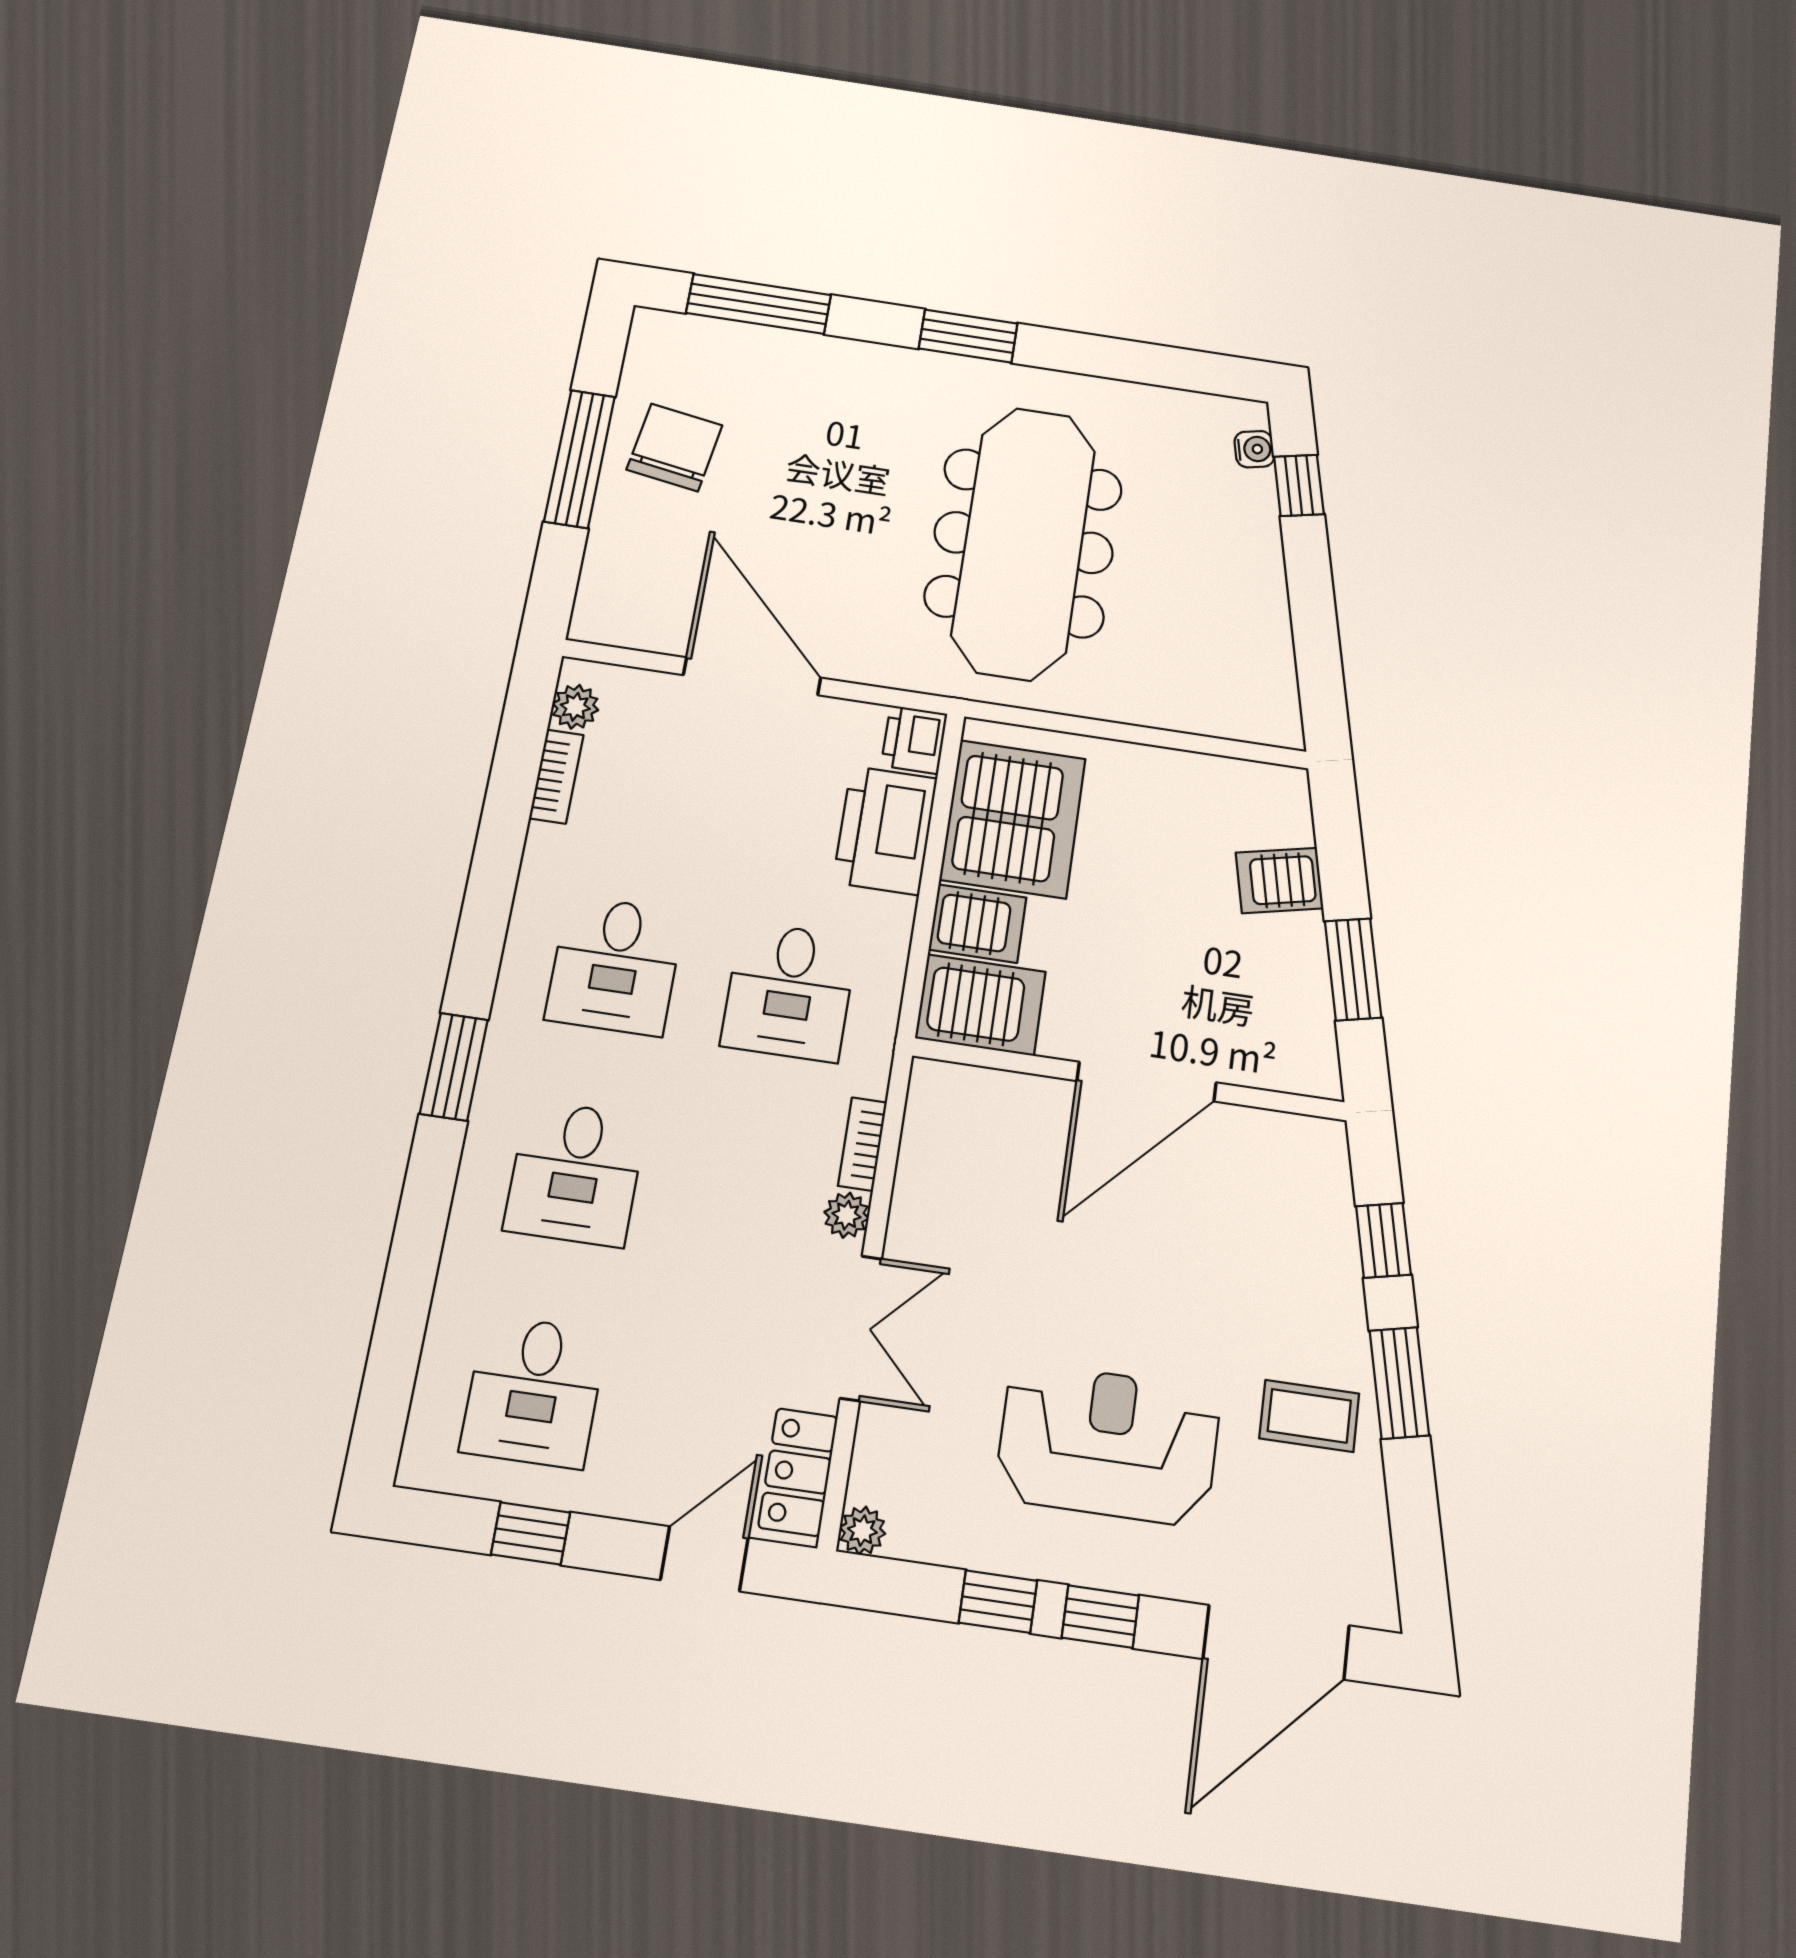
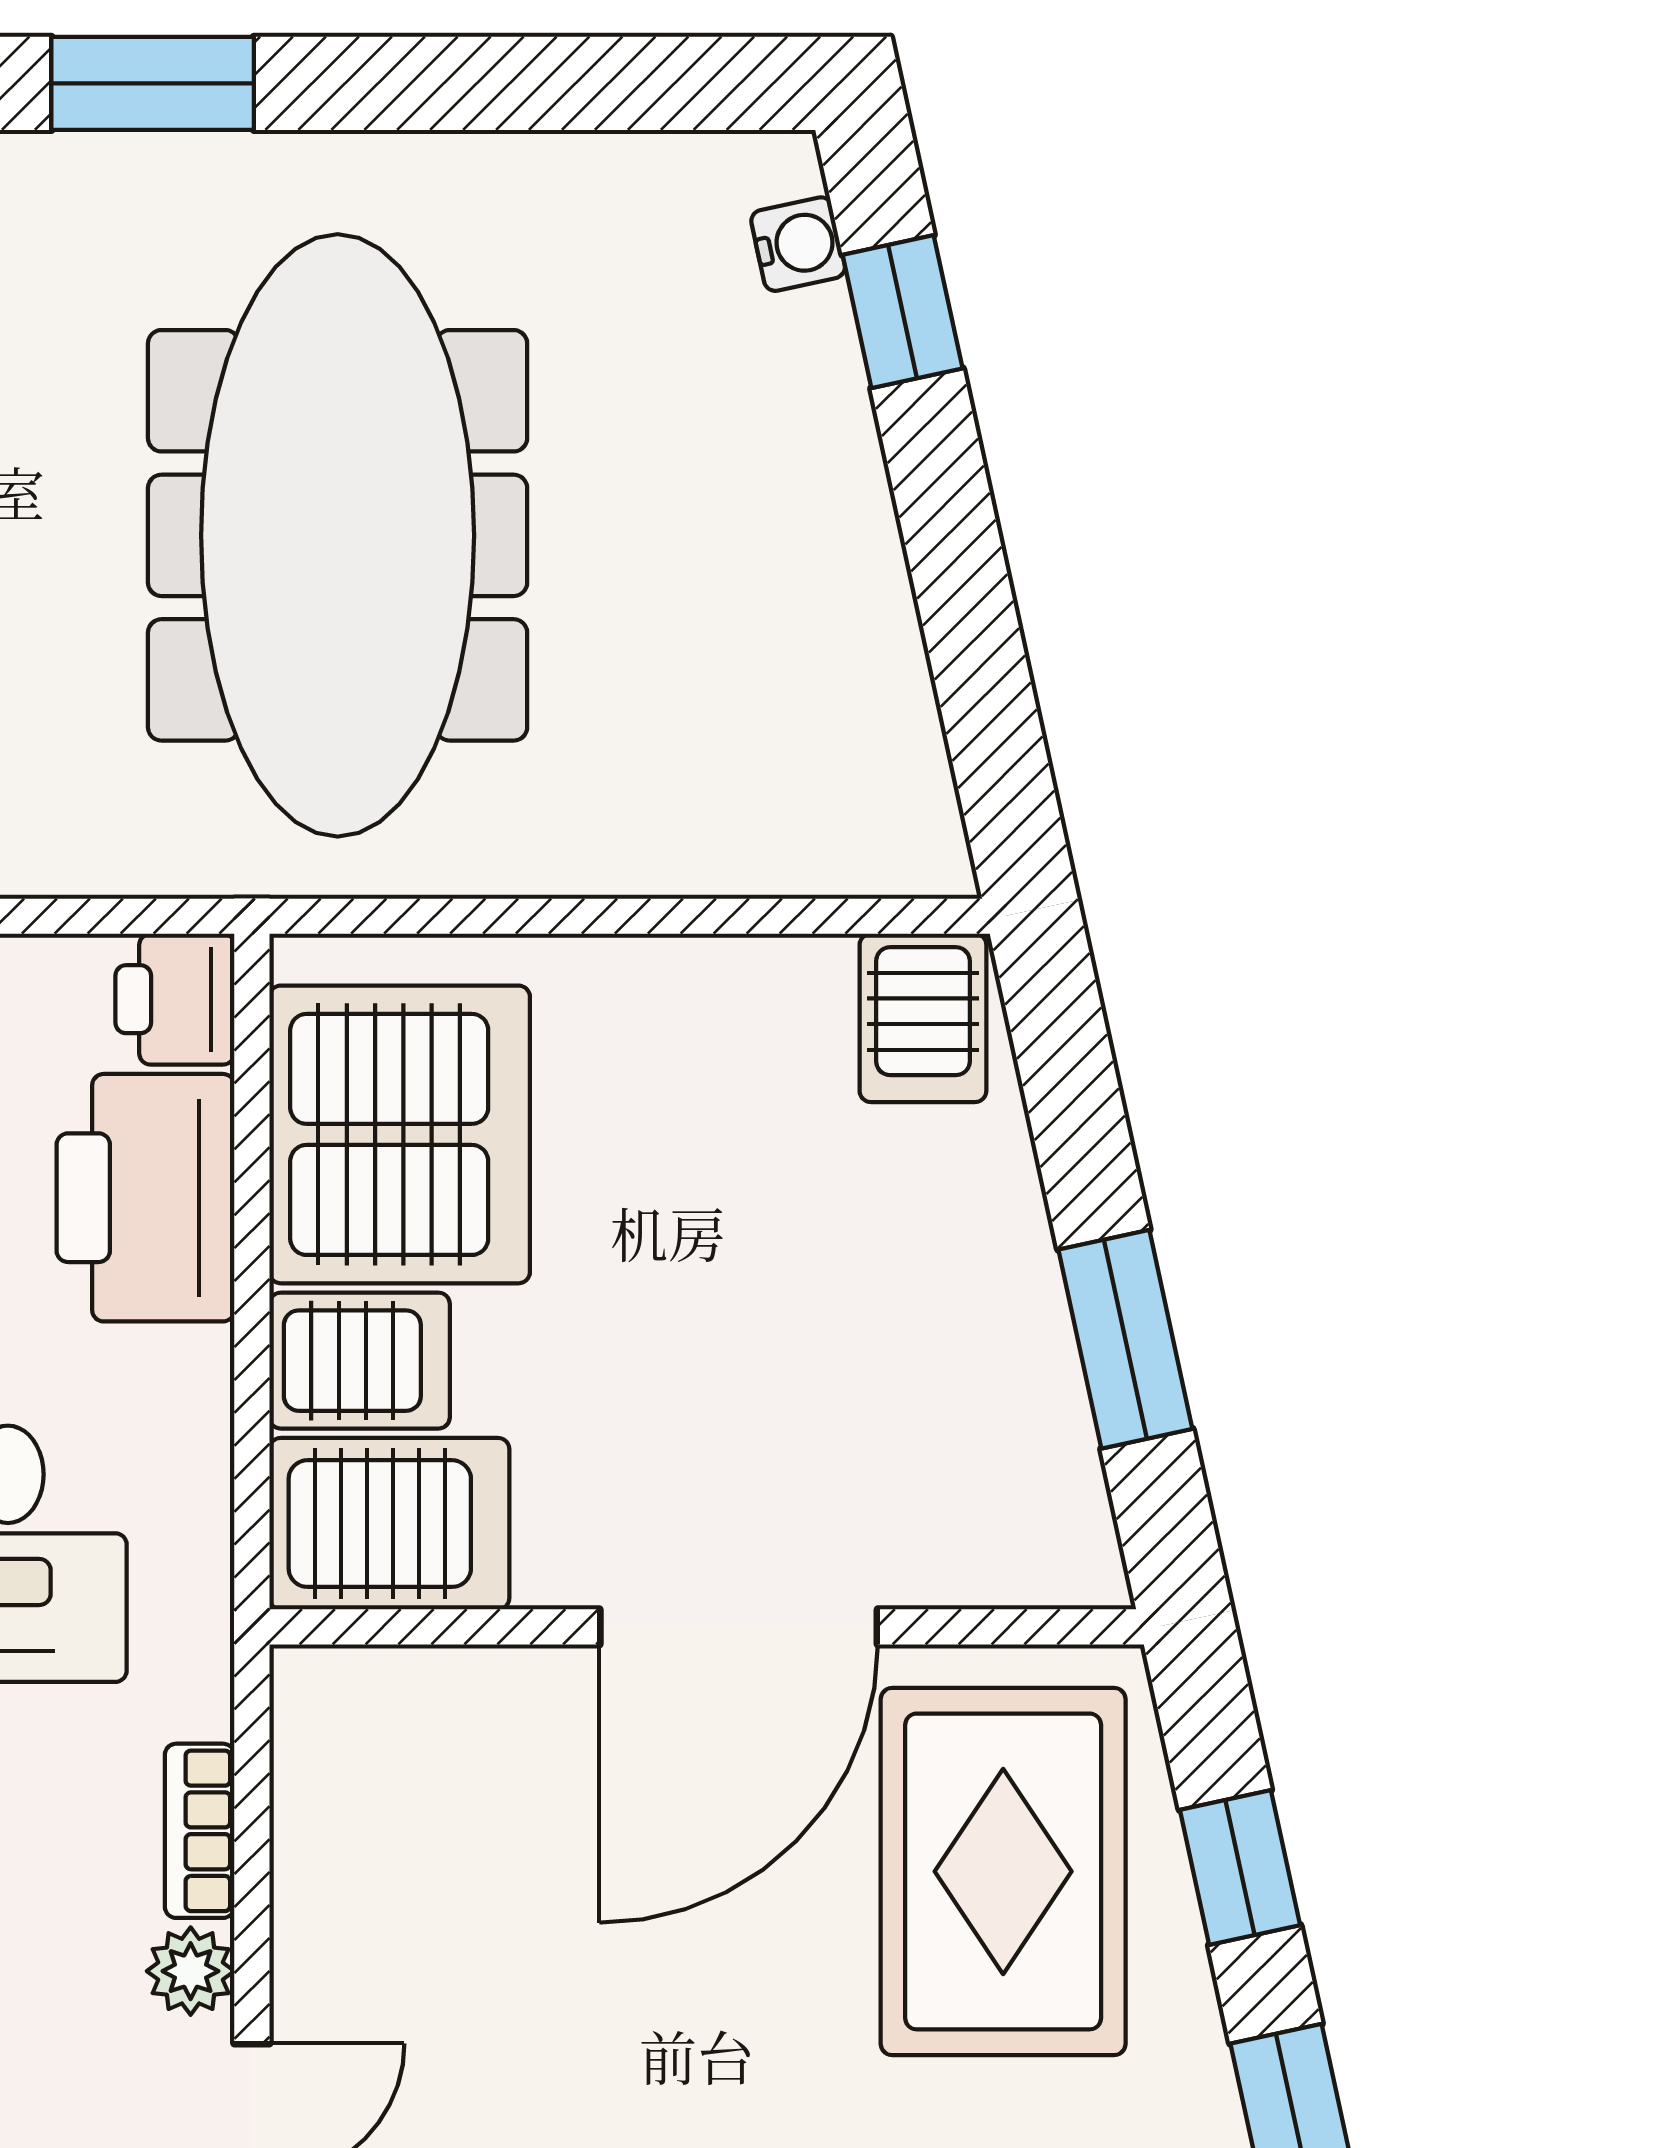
server rack: (1280, 880) -> (923, 1018), moved, turned -78
rug: (1264, 1225) -> (1003, 1871), added

